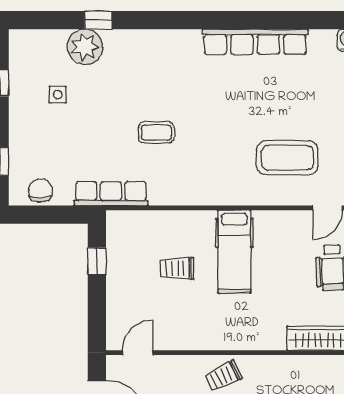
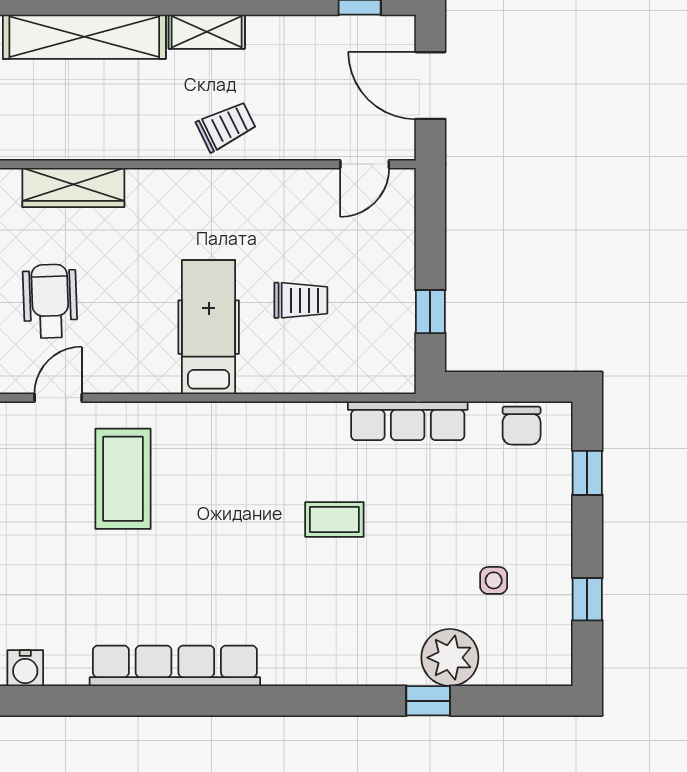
coffee table: (287, 158) -> (123, 479), turned 90

